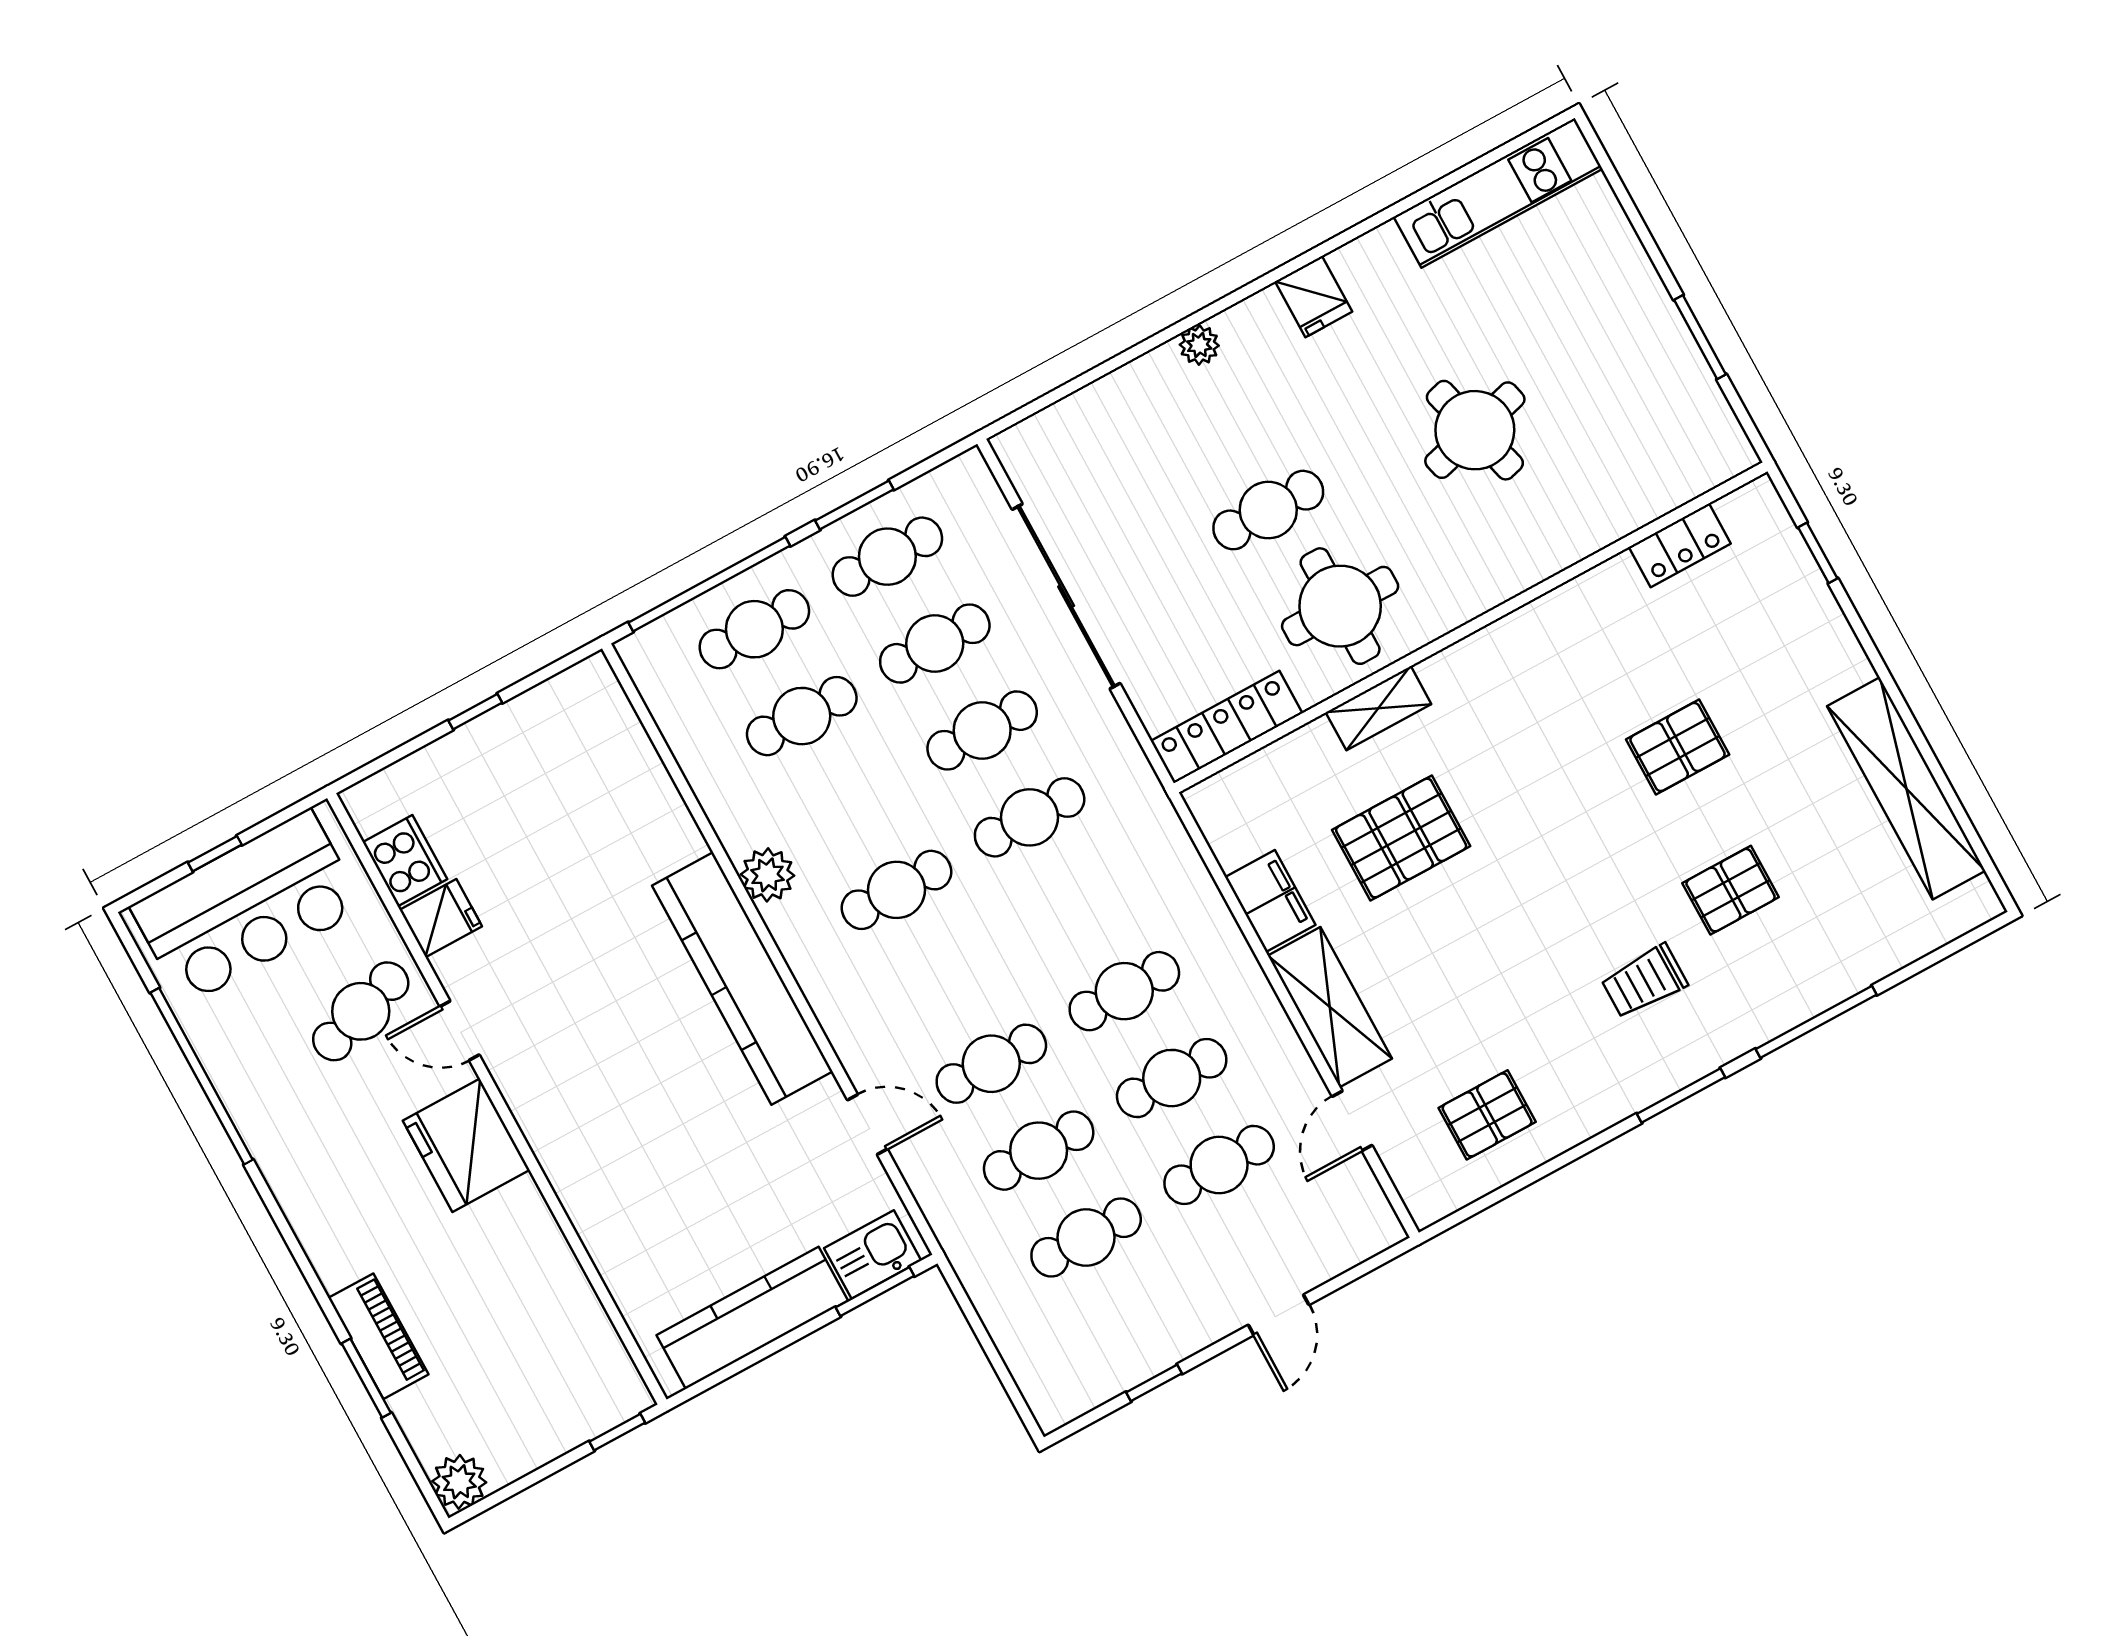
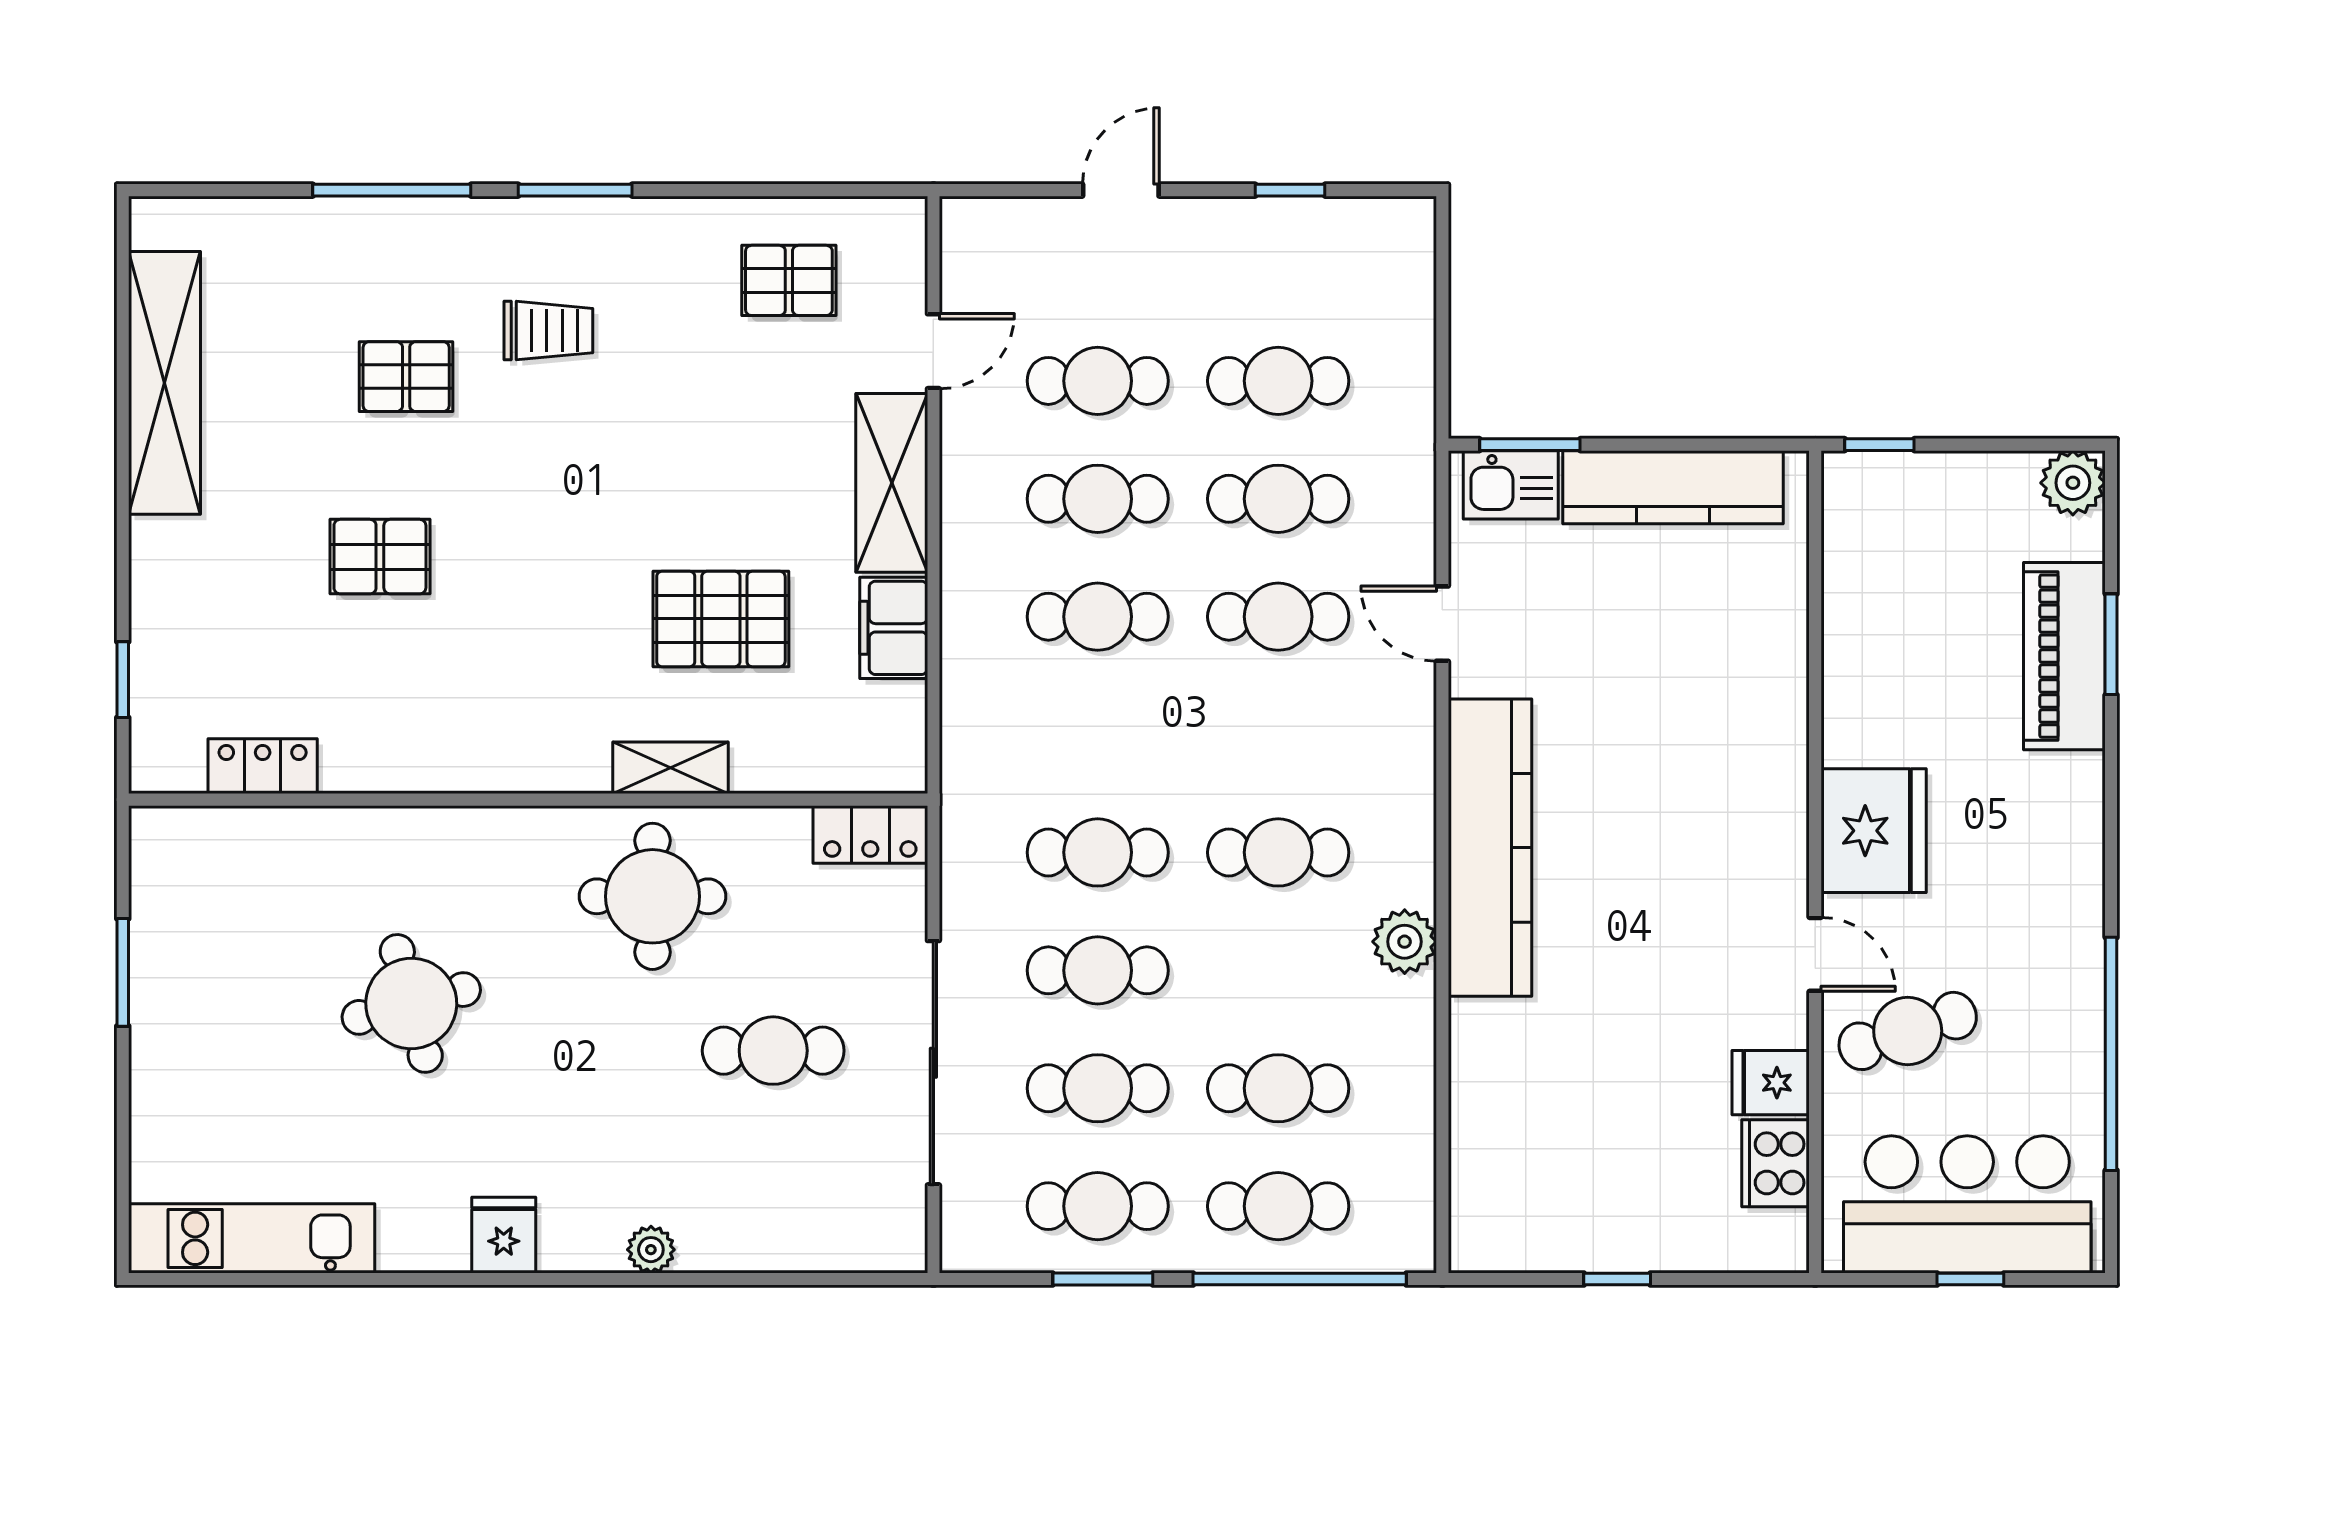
cafe table: (1268, 510) -> (773, 1051), moved
locker: (1227, 727) -> (870, 834), width x0.66
piano: (378, 1336) -> (2064, 656), width x1.37, depth x1.33

